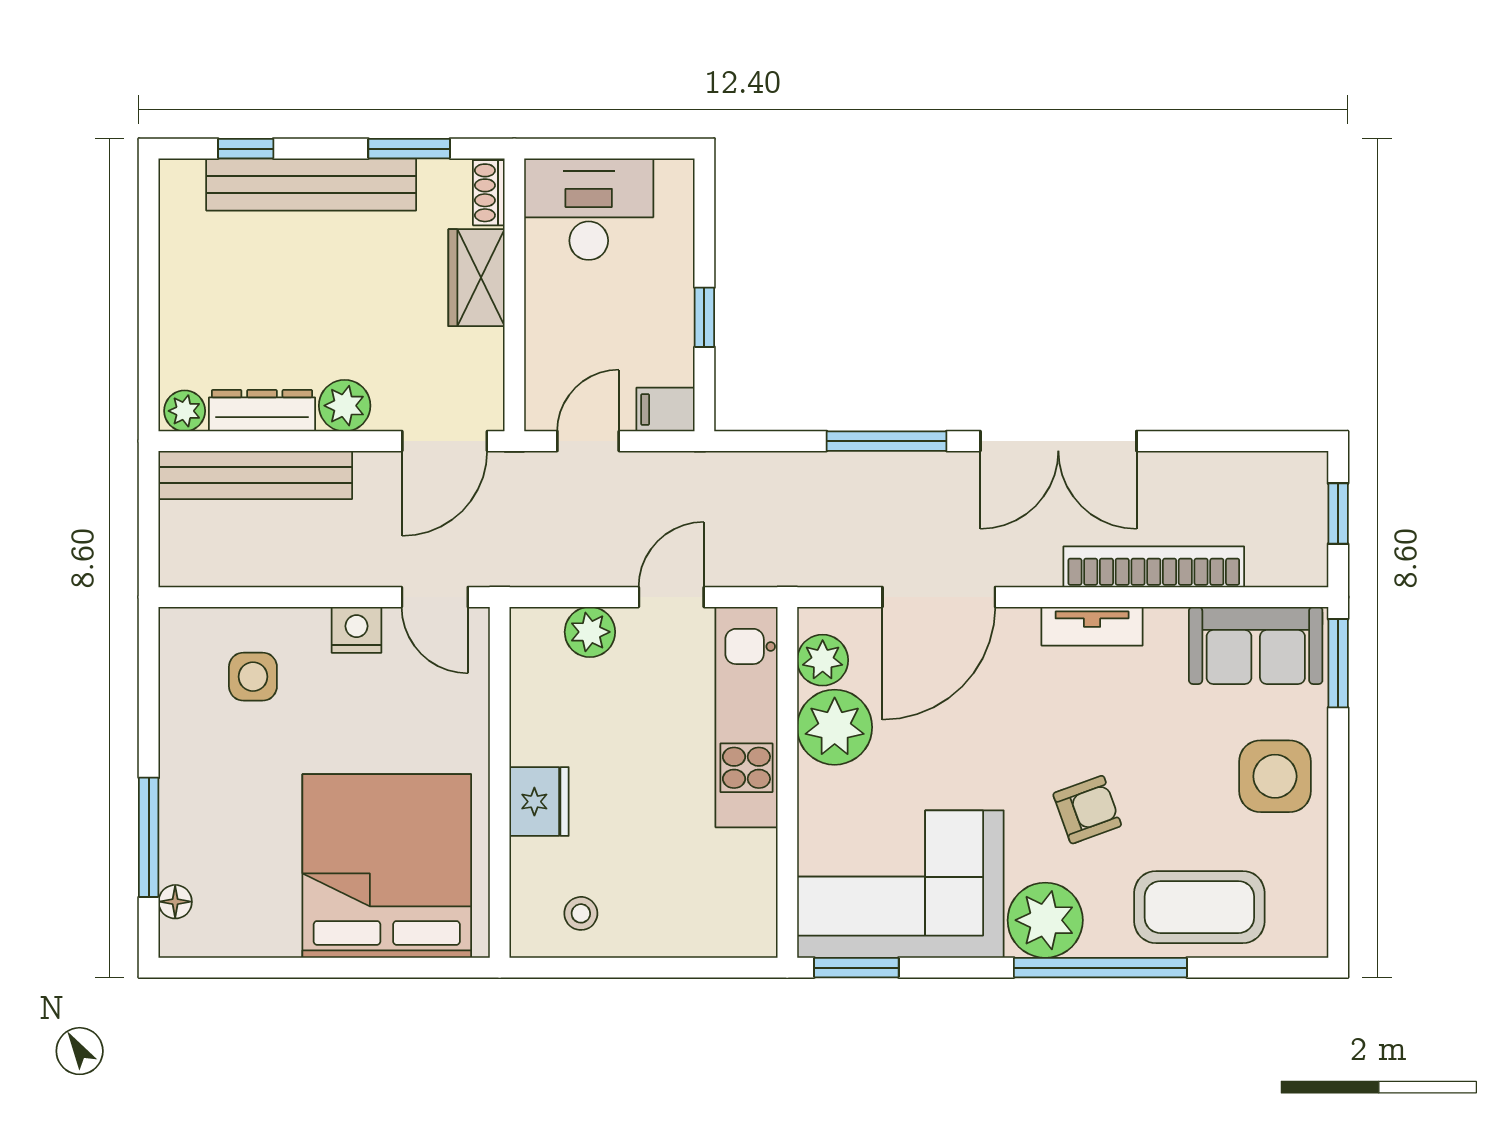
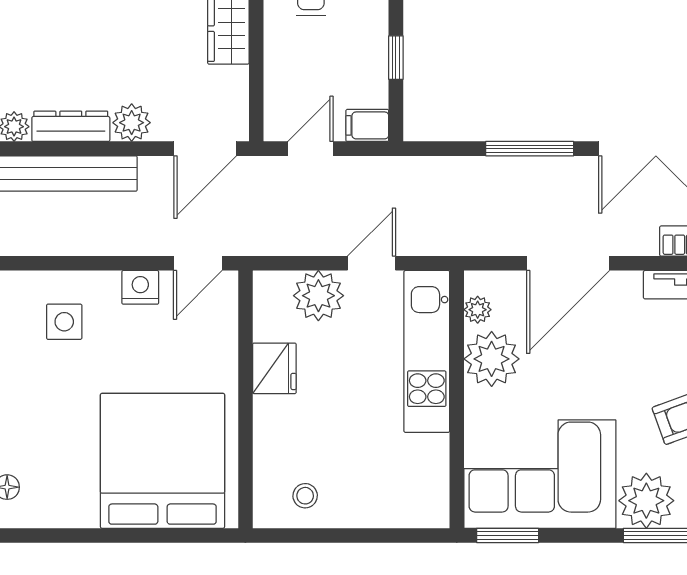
door: (435, 597) -> (198, 263), hinge flipped
plant: (590, 632) -> (318, 296), width x1.36, depth x1.36
plant: (823, 660) -> (478, 310), width x0.73, depth x0.73
fridge: (539, 802) -> (274, 368), moved

